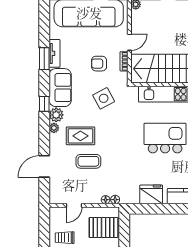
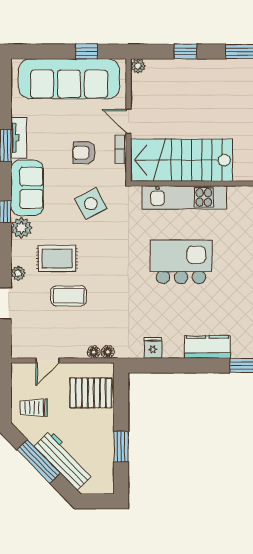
door: (129, 42) -> (129, 121), swing flipped
plant: (54, 128) -> (18, 273), moved
fridge: (151, 194) -> (153, 348), width x0.53, depth x0.75

